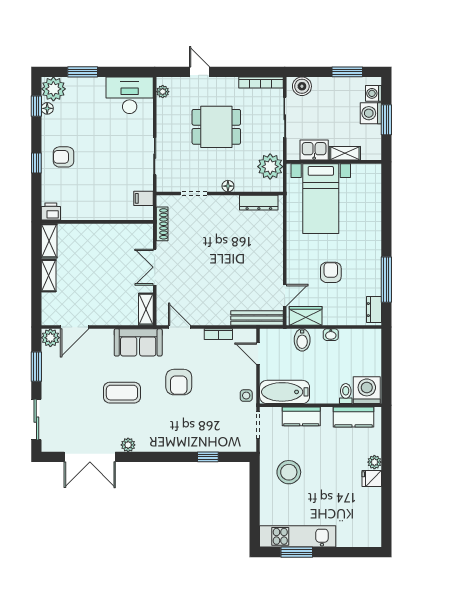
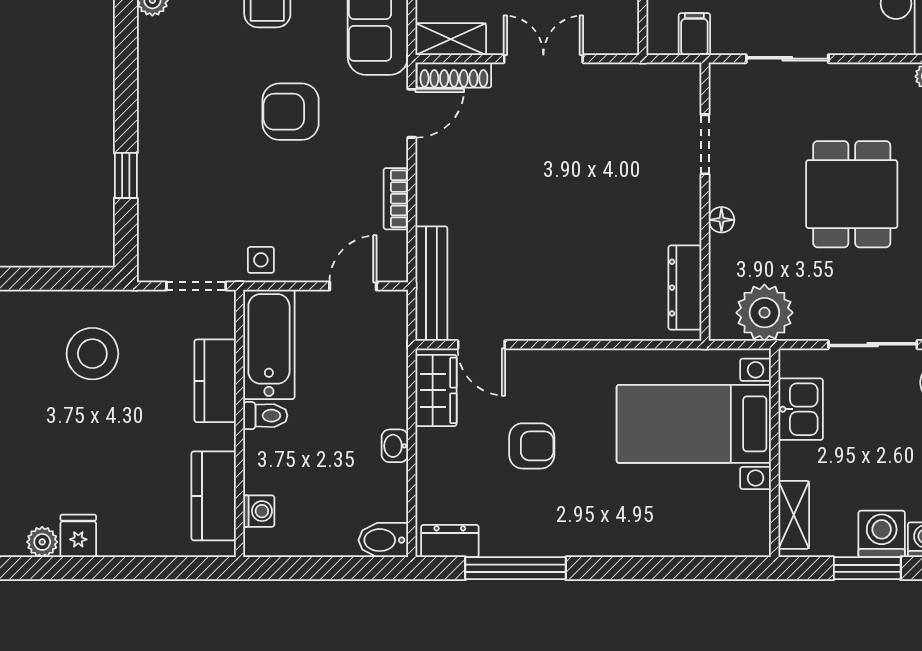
shelving: (345, 153) -> (794, 515), moved
shoe rack: (162, 224) -> (454, 75), moved
bidet: (302, 340) -> (383, 540), moved
washing machine: (367, 390) -> (259, 511), width x0.53, depth x0.53
toilet: (346, 394) -> (265, 416), moved
plant: (374, 462) -> (42, 542), moved

